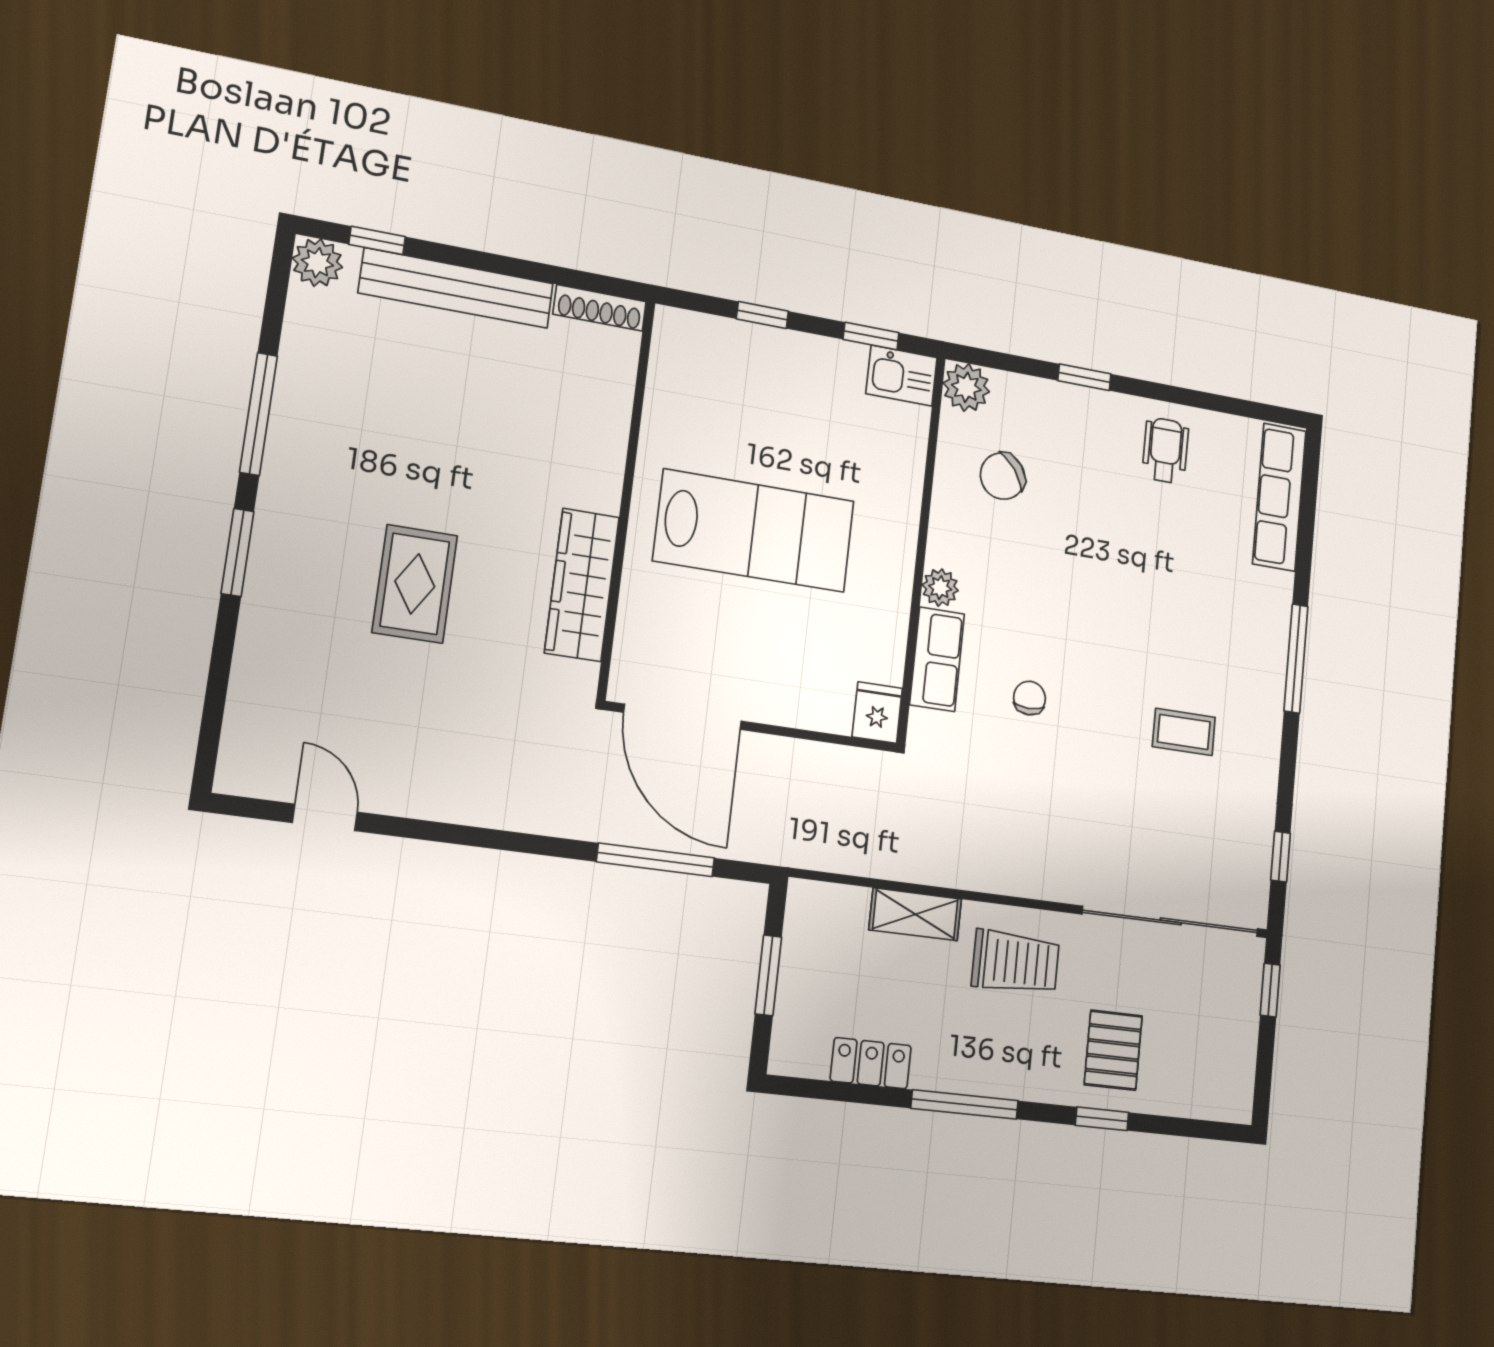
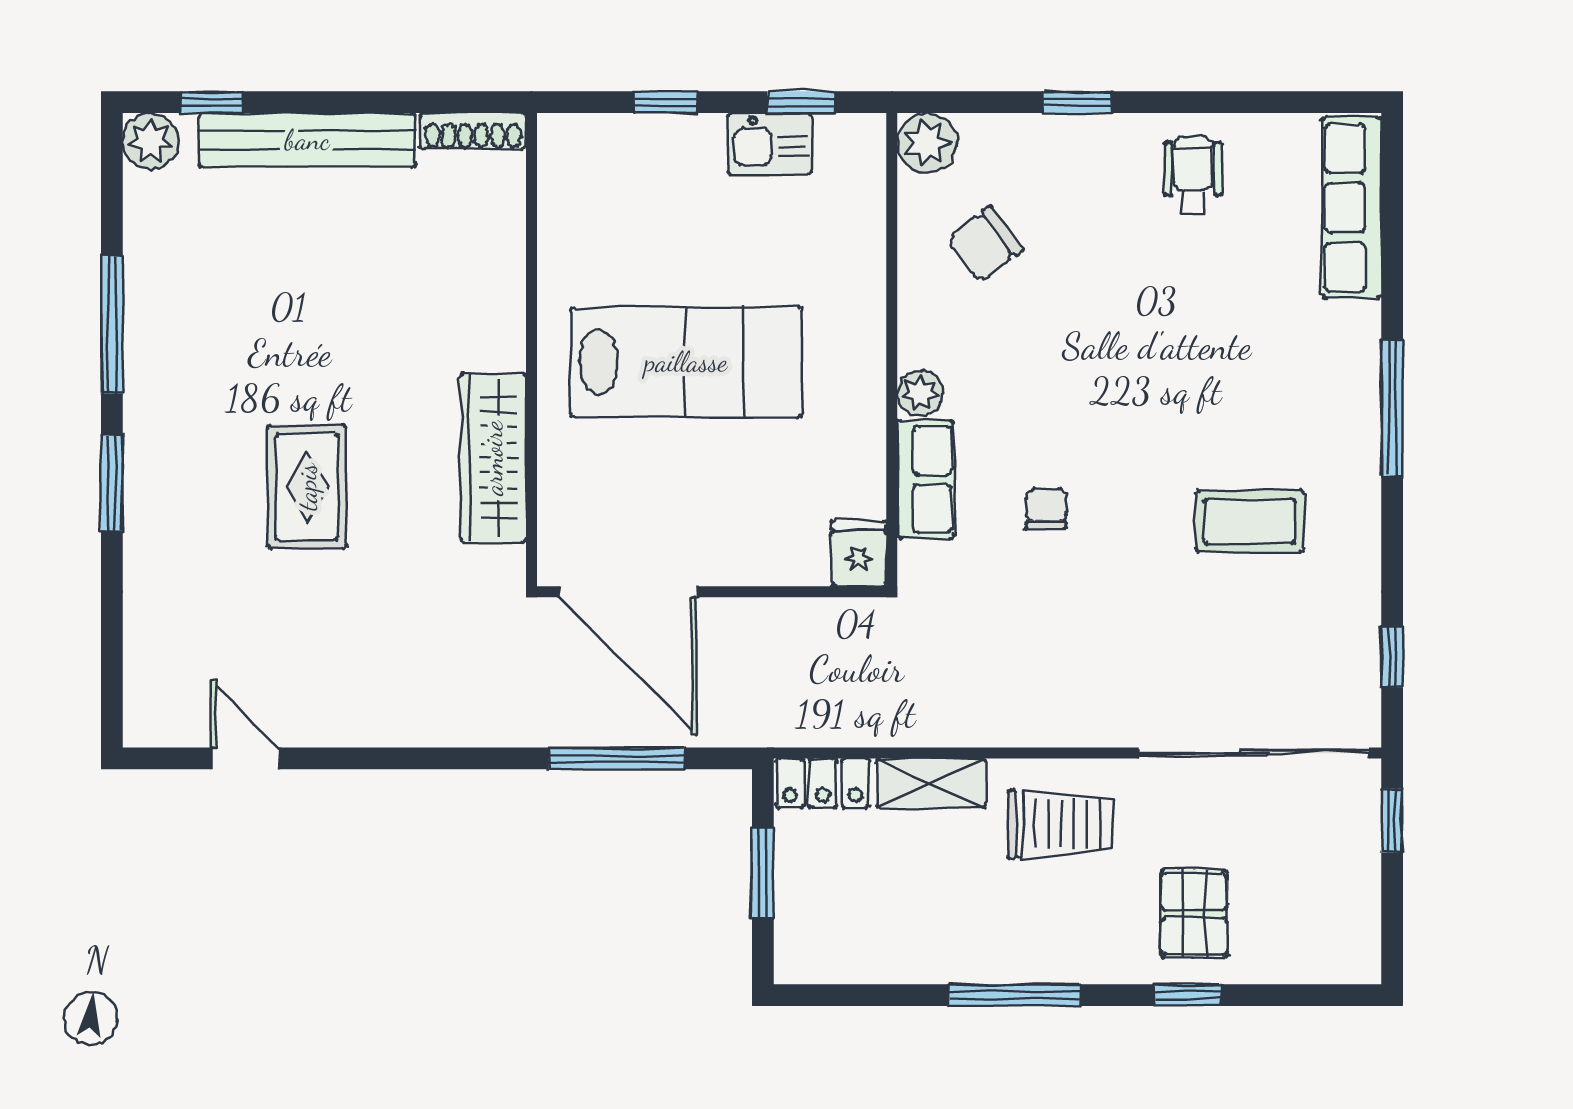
kitchen sink: (902, 375) -> (770, 143), moved
coffee table: (1184, 732) -> (1250, 521), width x1.36, depth x1.30
locker: (871, 1063) -> (823, 783), moved, turned 180

